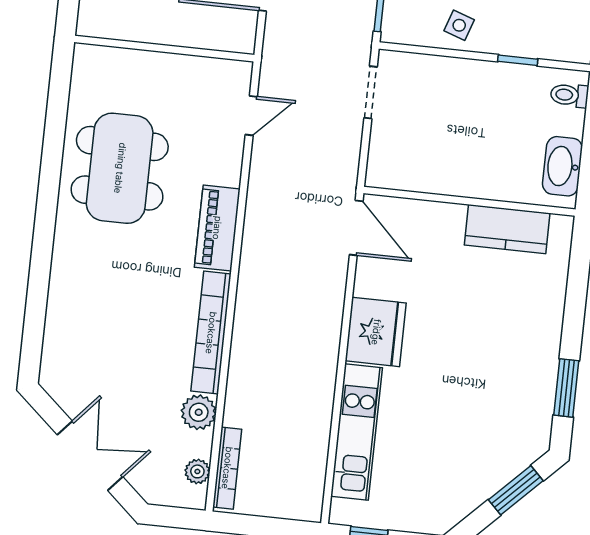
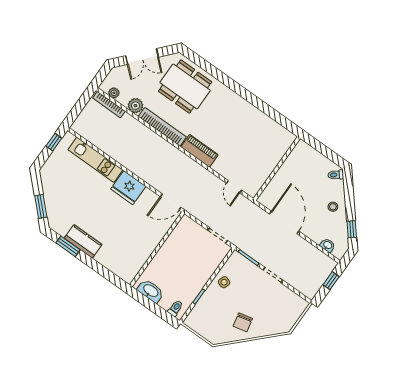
dining table: (120, 168) -> (185, 86), moved
kitchen counter: (507, 229) -> (83, 241), moved, turned 90

